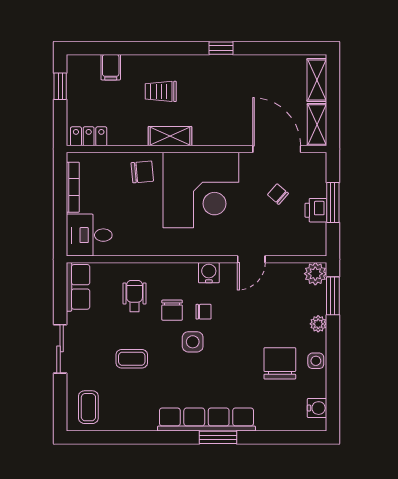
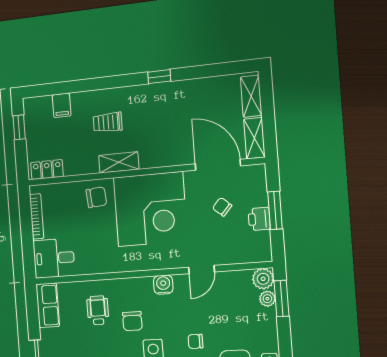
chair: (203, 312) -> (195, 341), moved, turned 180
plant: (318, 324) -> (267, 299), moved

